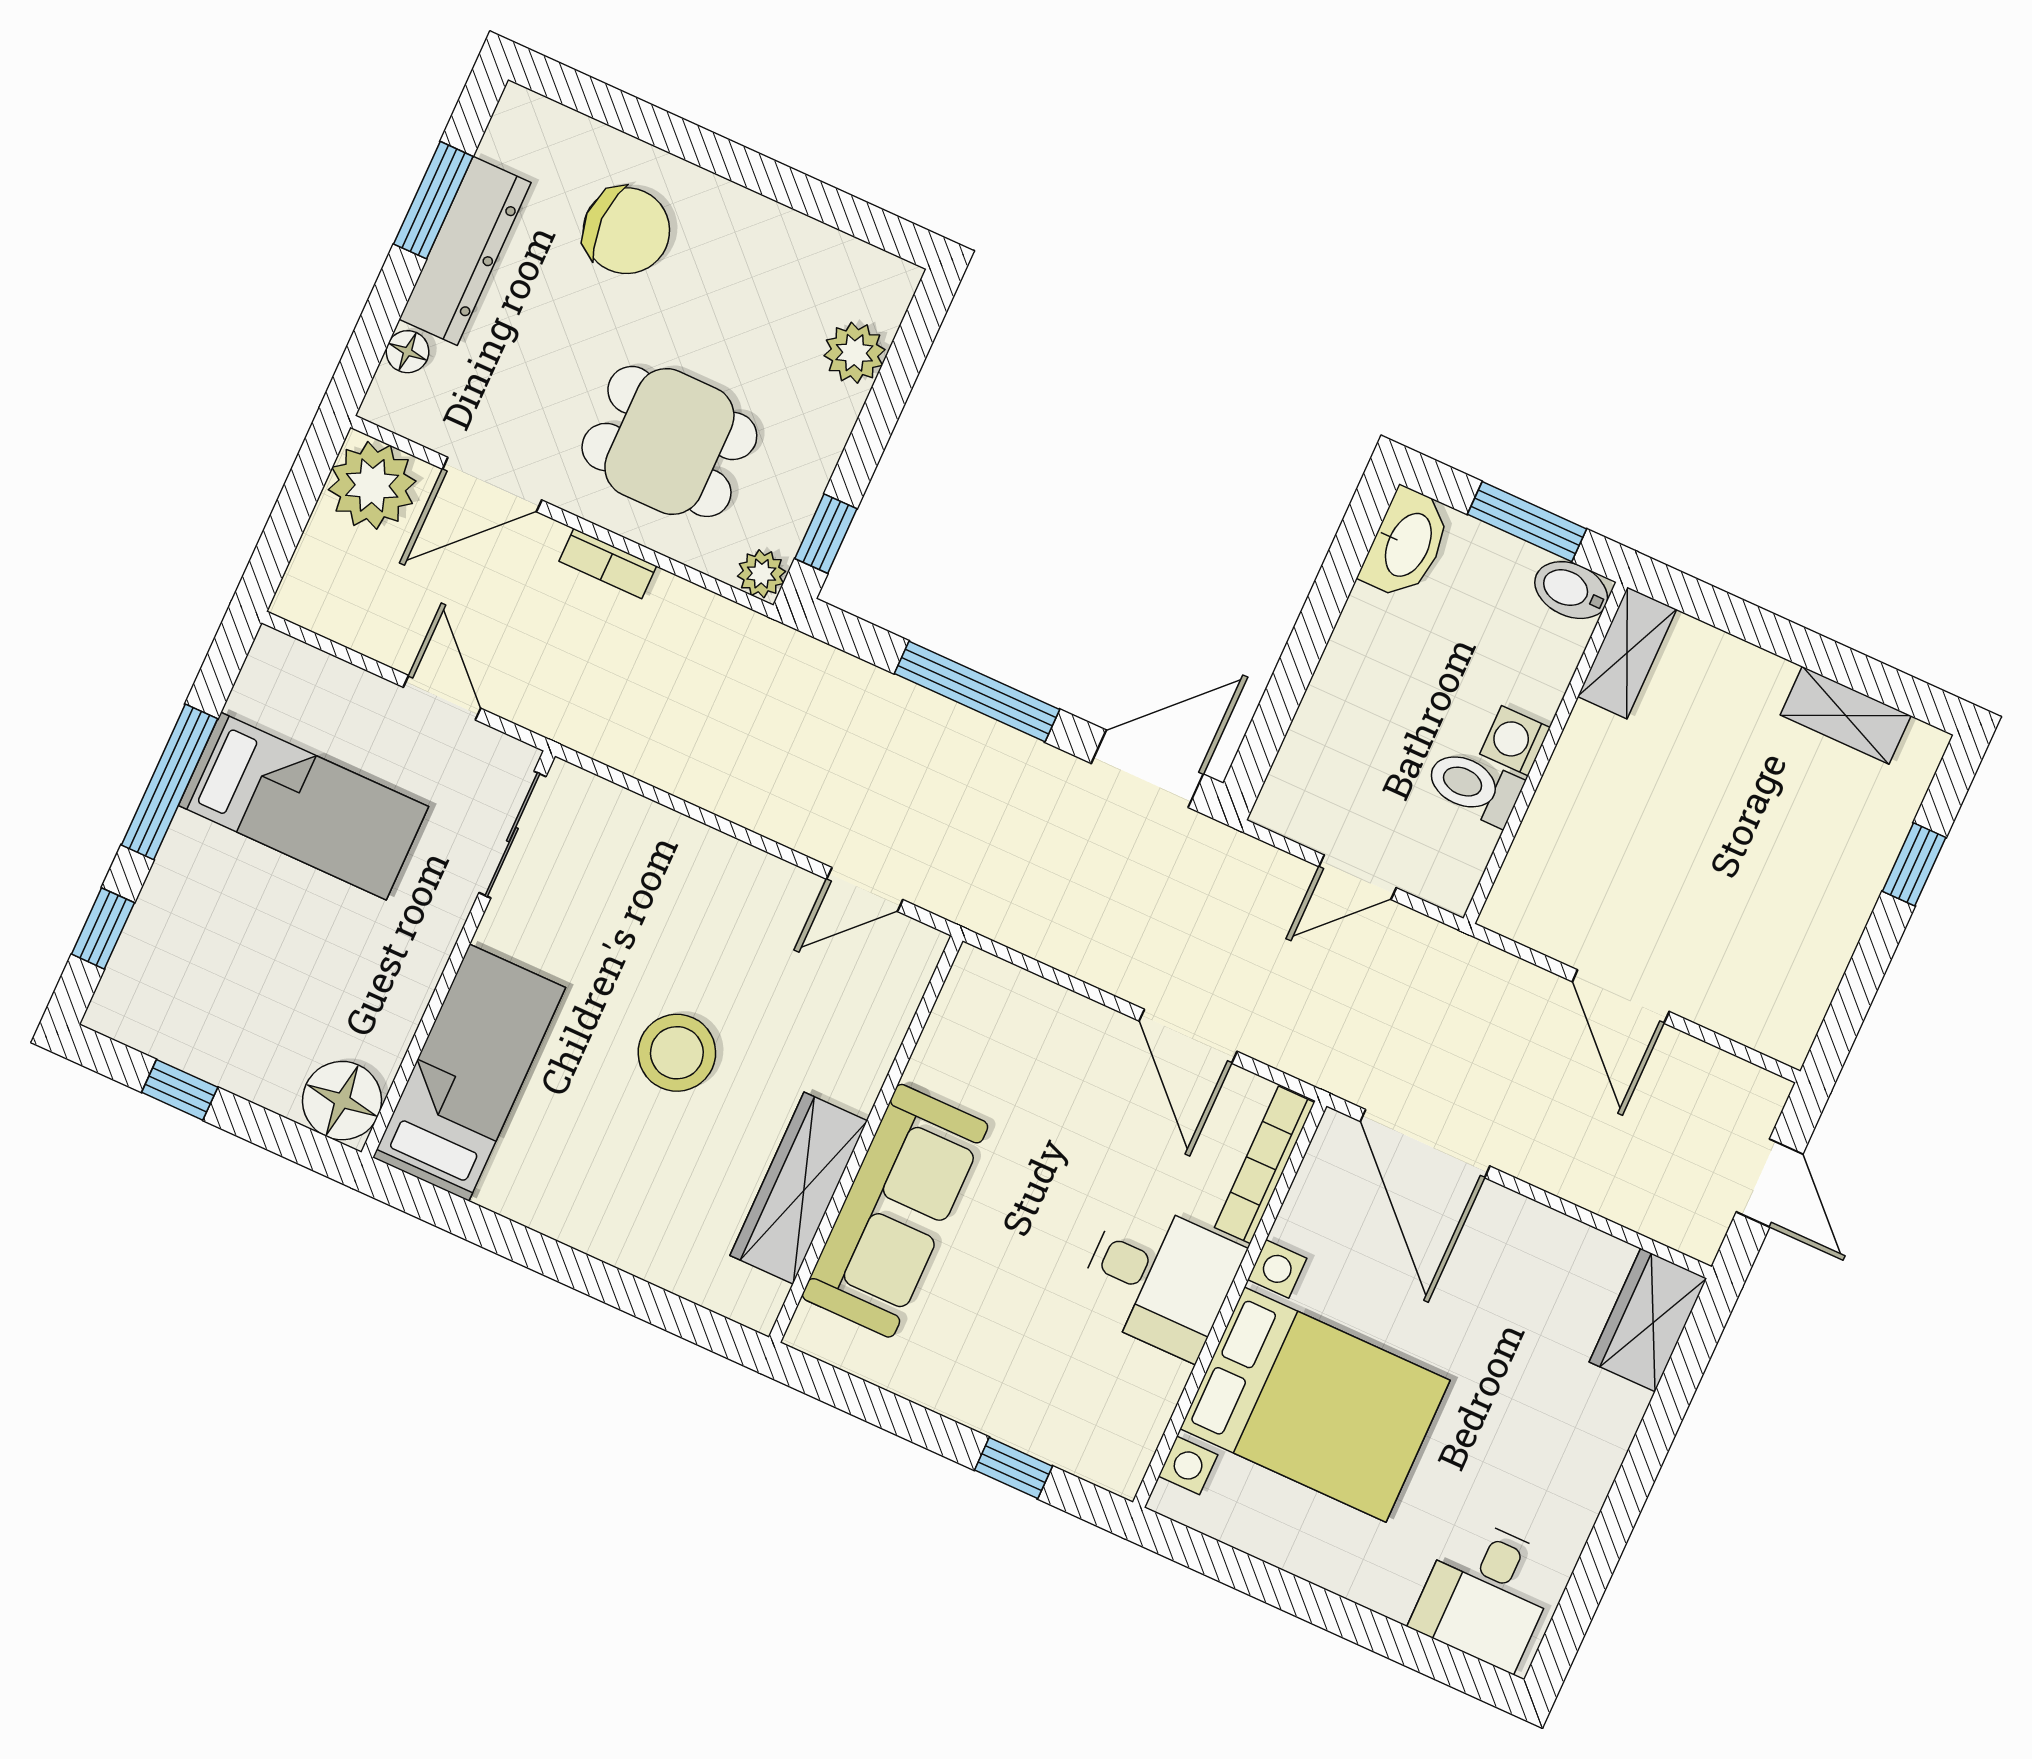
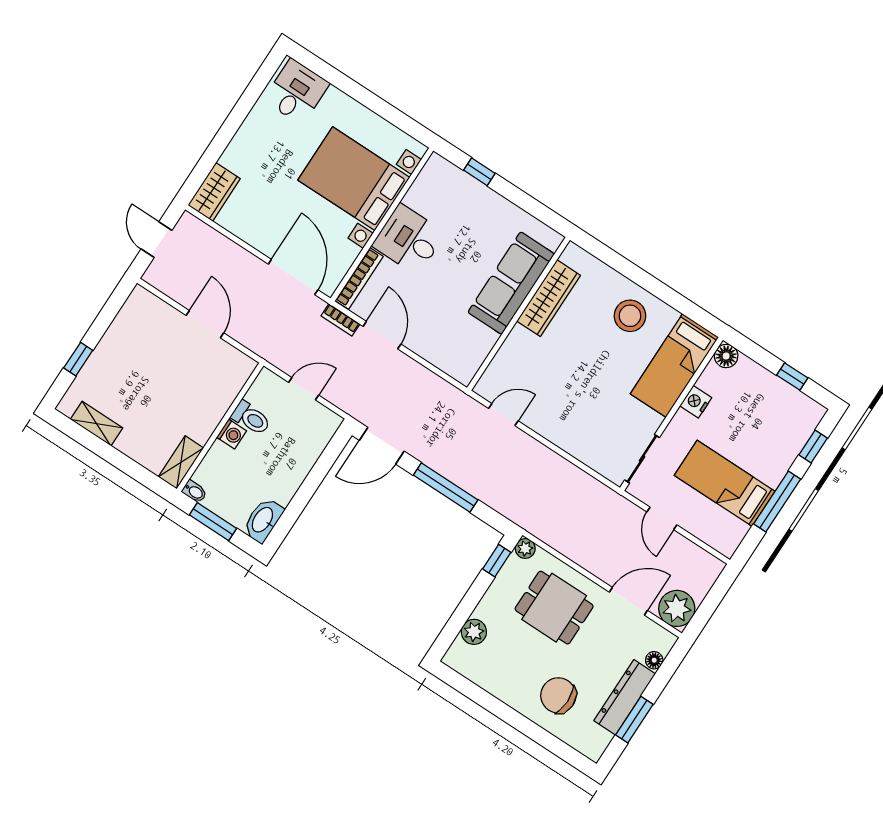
bookcase: (608, 564) -> (341, 320), moved, turned 180
bidet: (1571, 590) -> (194, 492), width x0.72, depth x0.74
nightstand: (404, 993) -> (696, 402), added
stool: (677, 1053) -> (630, 316), moved
floor lamp: (342, 1101) -> (726, 356), width x0.73, depth x0.73

